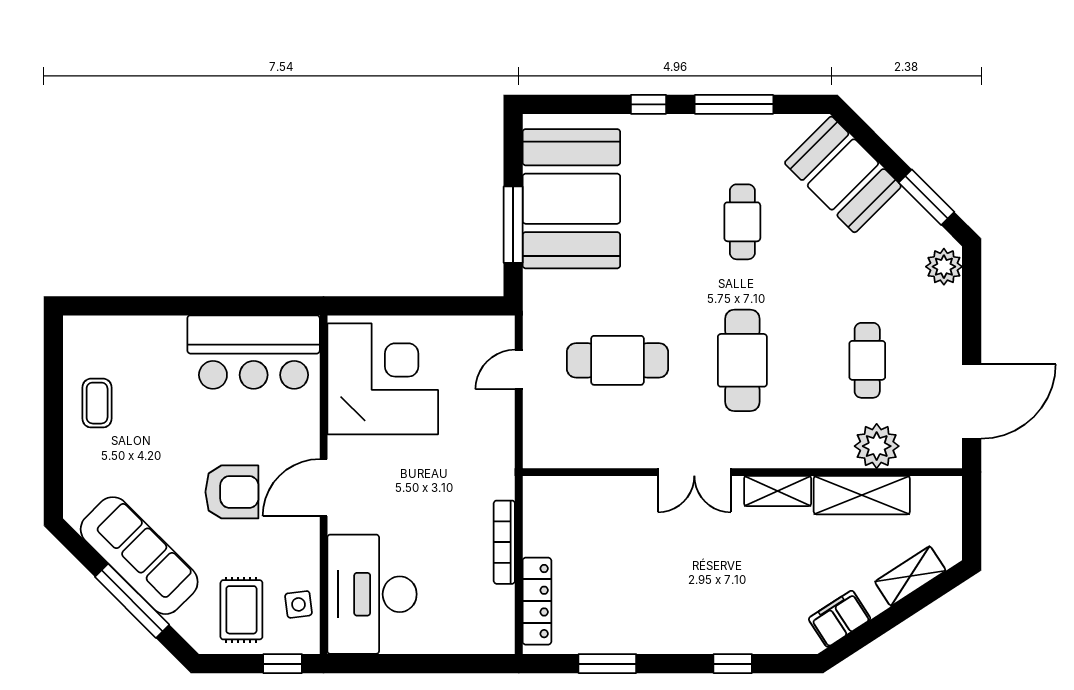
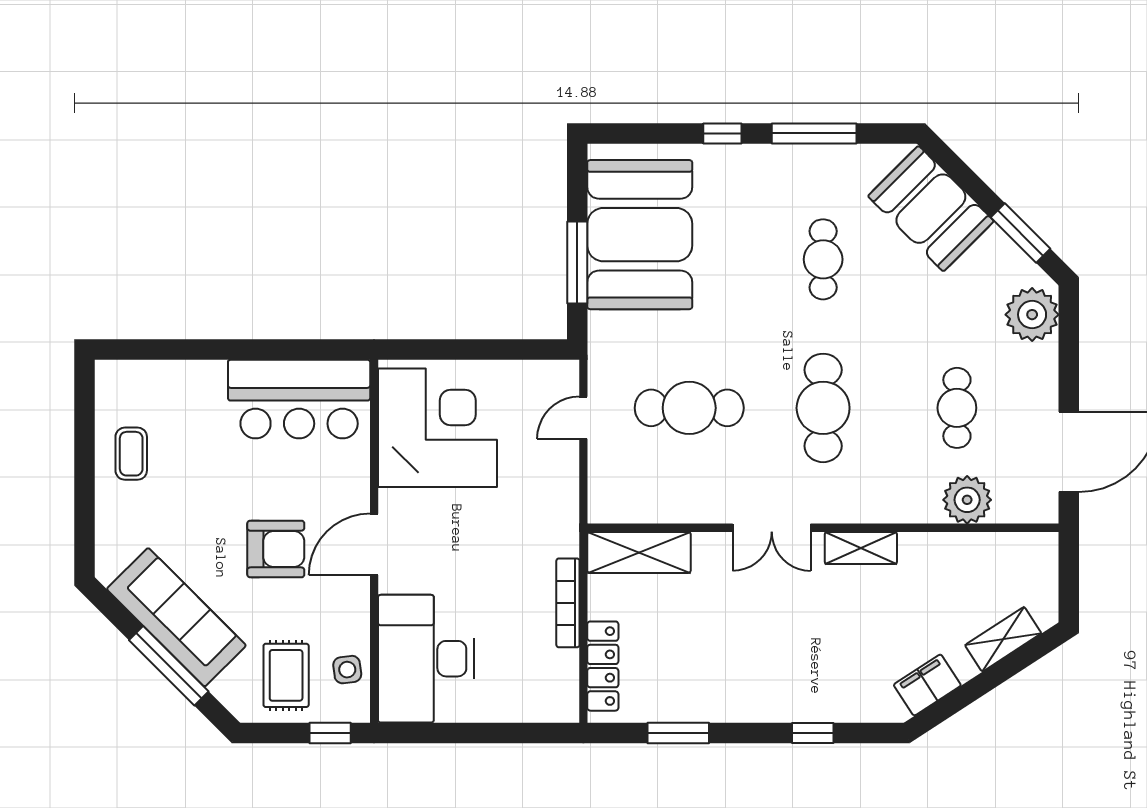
plant: (944, 267) -> (1032, 315), width x1.36, depth x1.36
shelving: (862, 495) -> (639, 552), moved

